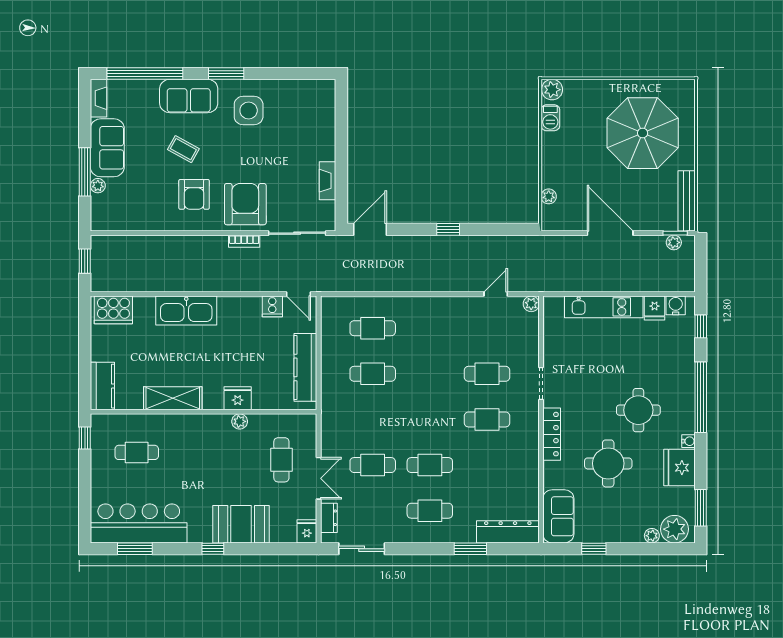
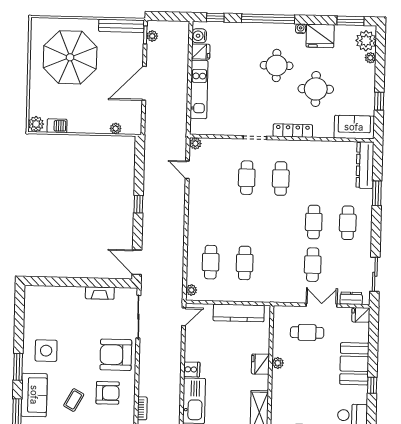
bookcase: (244, 241) -> (142, 408), moved
plant: (335, 303) -> (191, 290), added
cooker: (272, 306) -> (192, 369), moved

